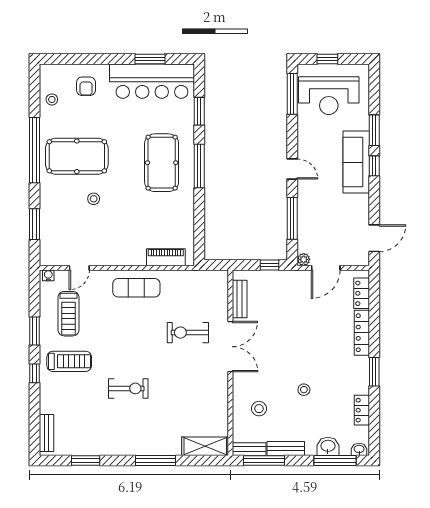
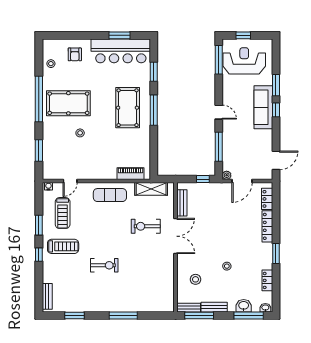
reception desk: (329, 96) -> (244, 61), turned 180
shelving: (205, 446) -> (151, 189), moved

